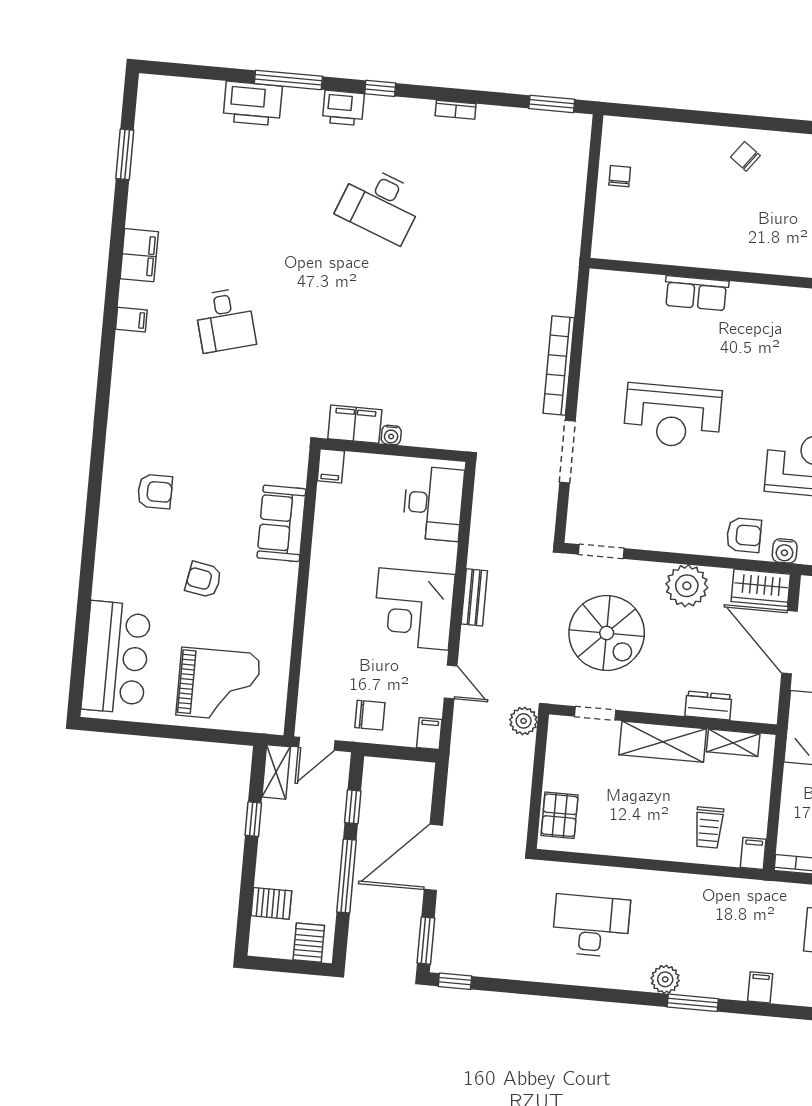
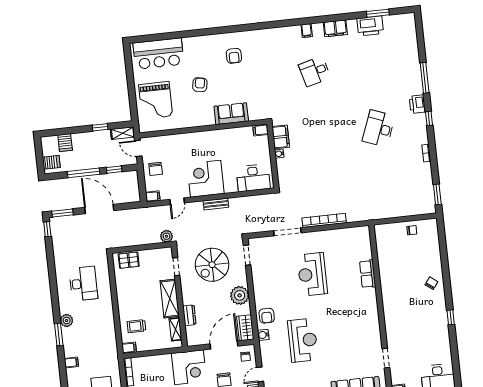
printer: (253, 104) -> (370, 26), moved, turned -90

